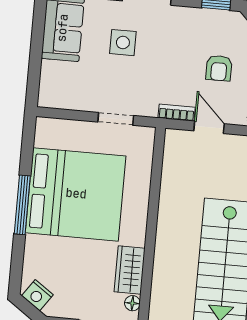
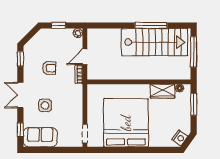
armchair: (219, 68) -> (49, 68), moved
doorway: (116, 119) -> (85, 134), moved
window: (22, 205) -> (134, 150), removed

